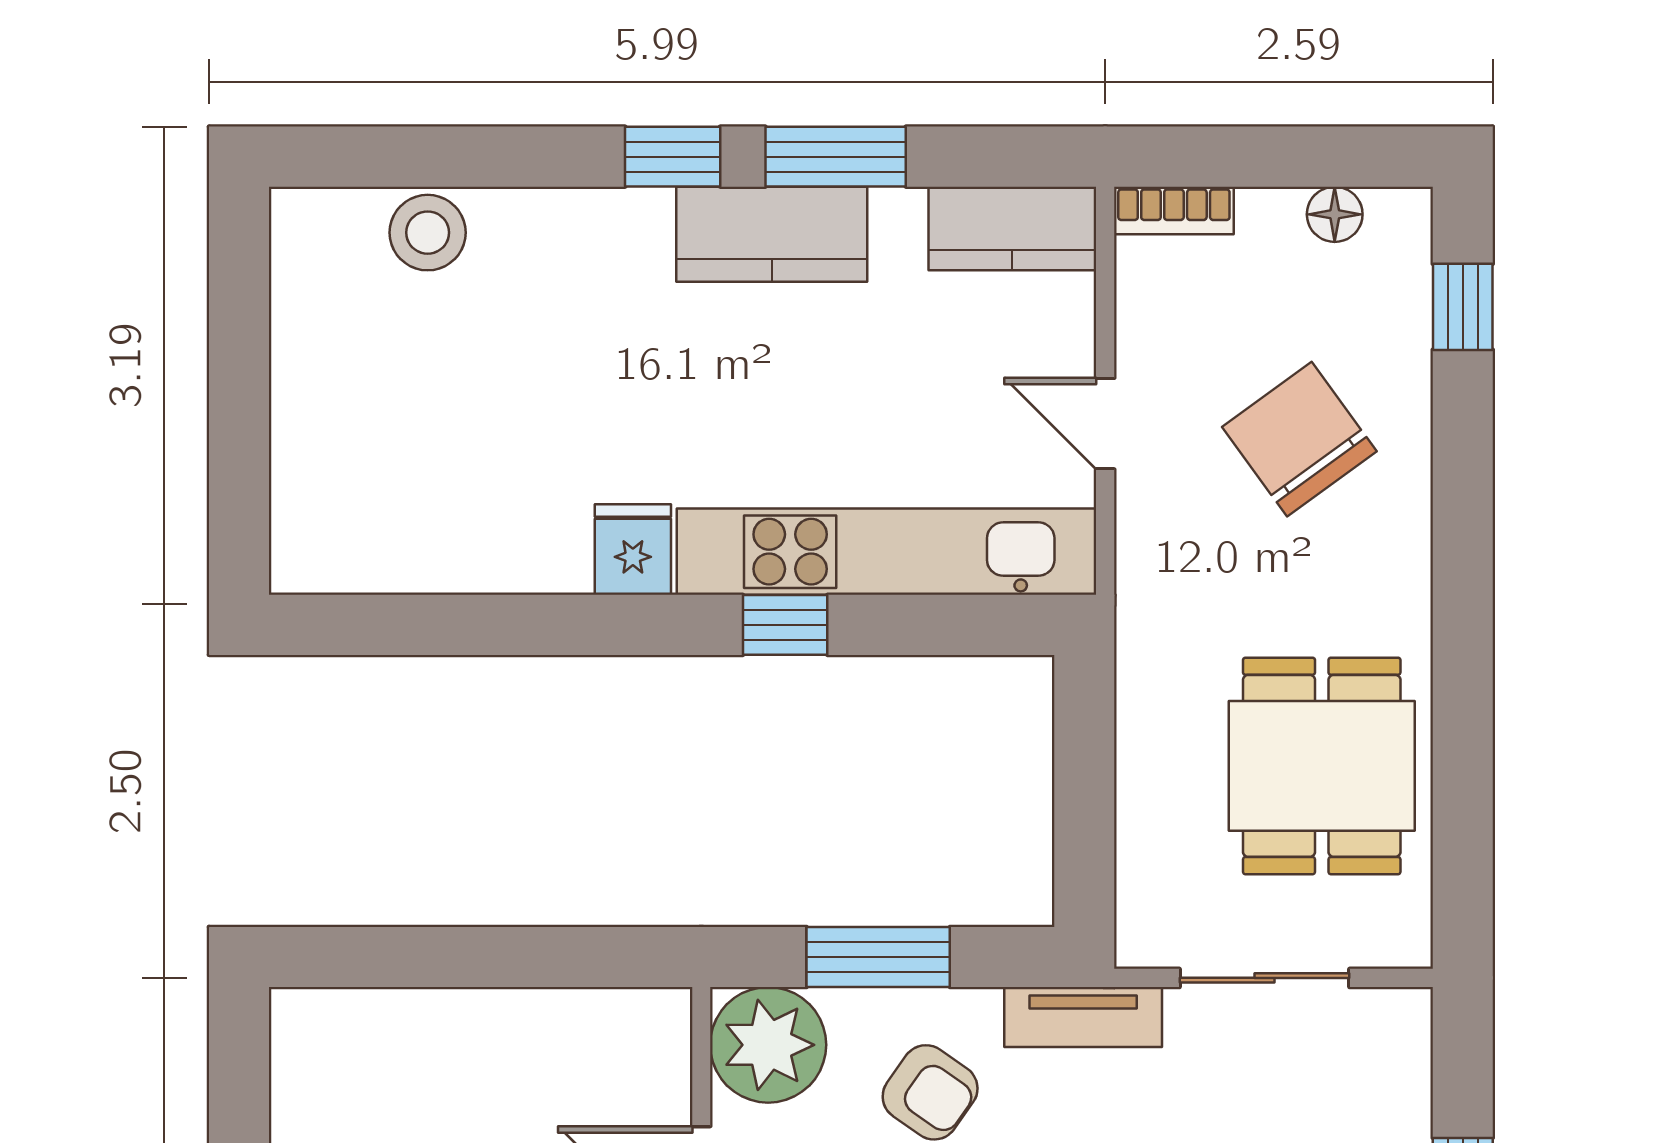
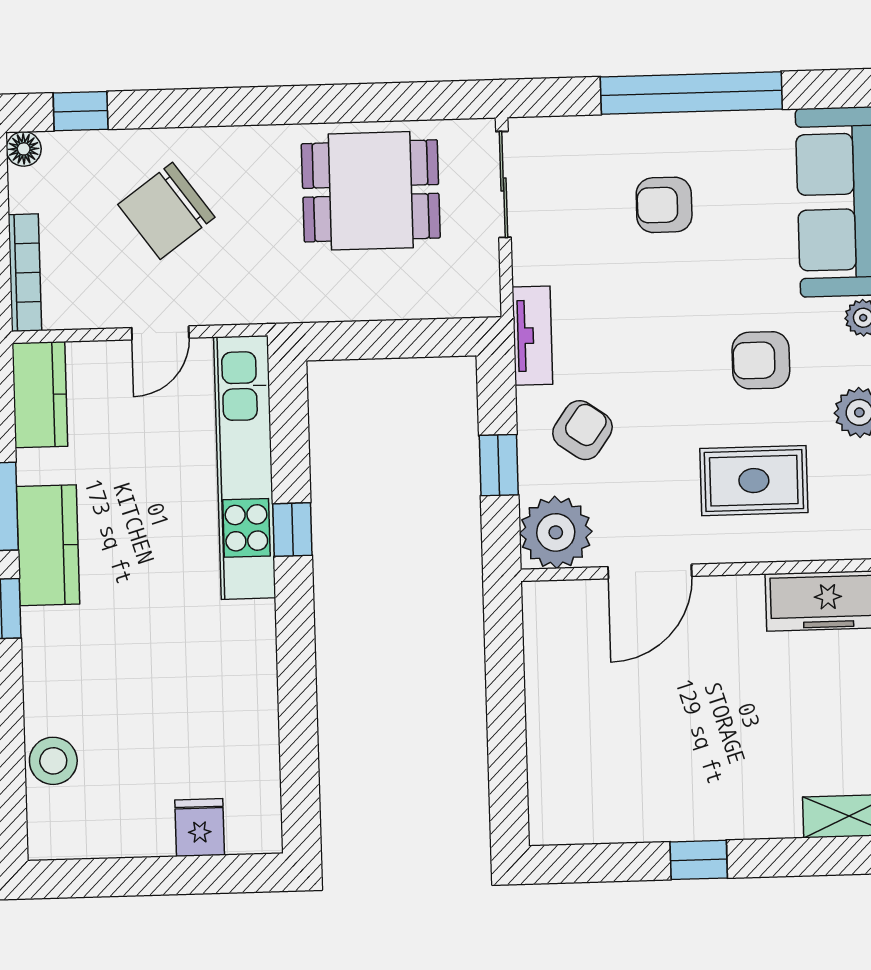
bookcase: (1174, 210) -> (25, 273), width x1.56
floor lamp: (1335, 214) -> (24, 149), moved
fridge: (633, 550) -> (200, 828), moved, turned 90
window: (878, 957) -> (499, 465), width x0.67
sliding door: (1264, 978) -> (503, 184), moved

